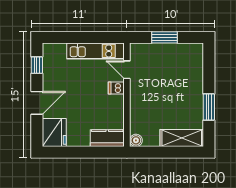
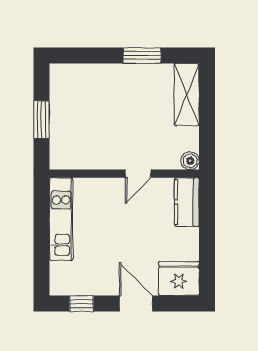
door: (127, 70) -> (138, 174), moved
dishwasher: (116, 88) -> (114, 189), removed

